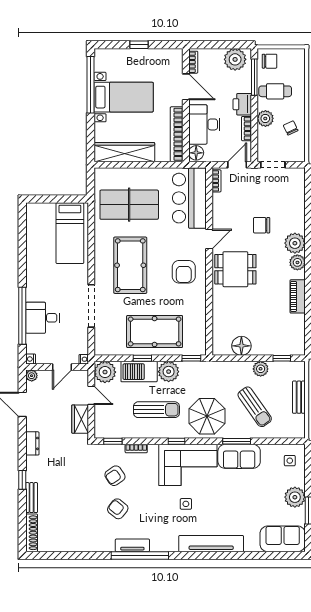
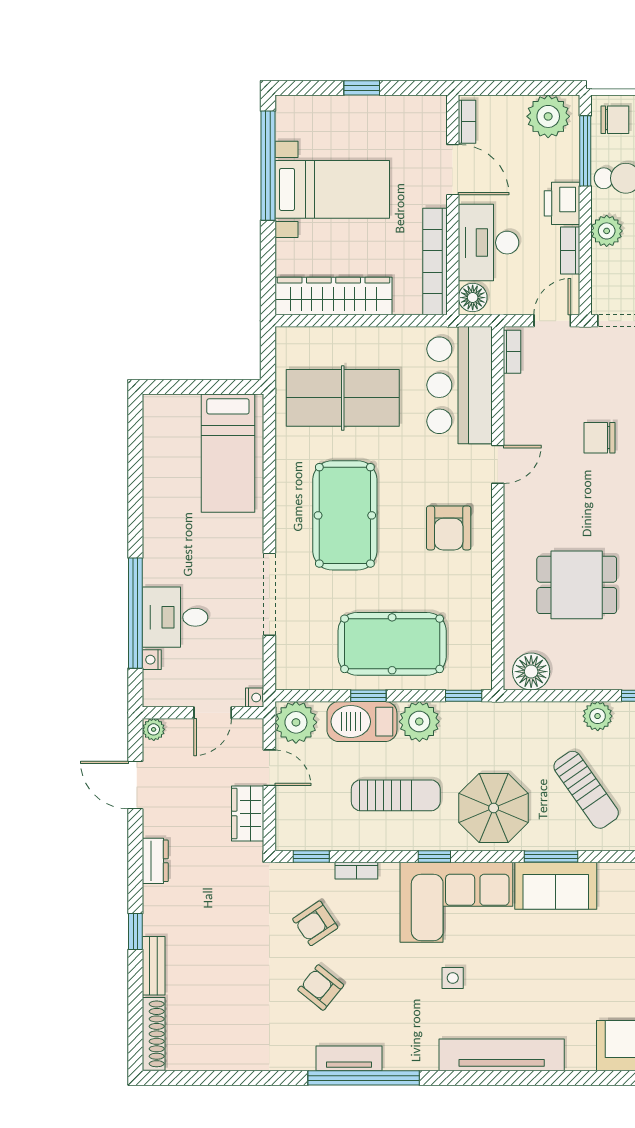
dining table: (235, 269) -> (577, 585), moved
floor lamp: (241, 346) -> (531, 672), moved
nightstand: (31, 359) -> (152, 660), moved

